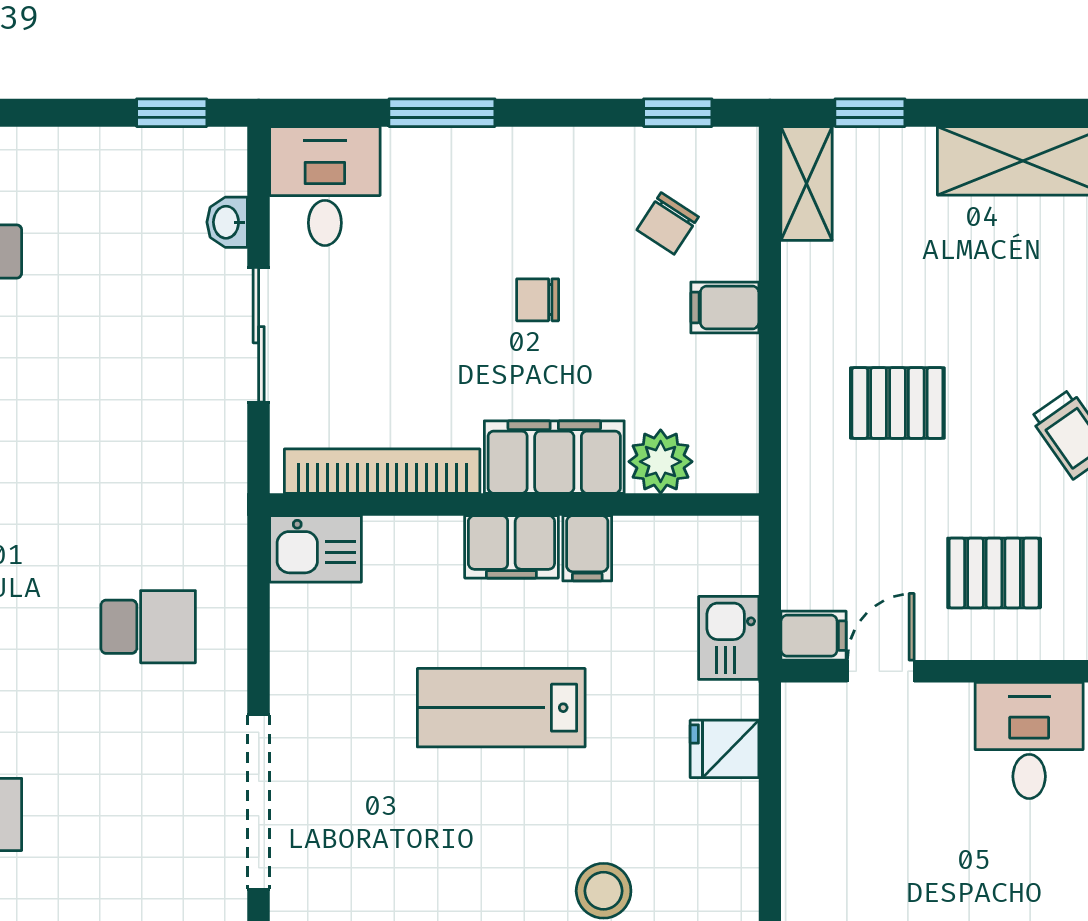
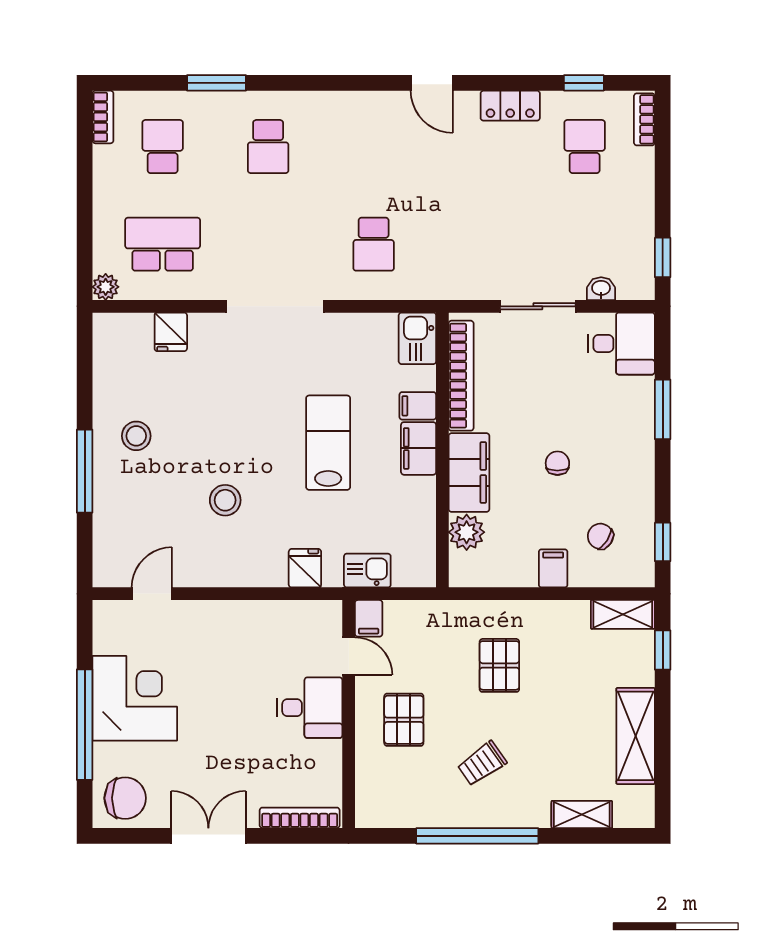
filing cabinet: (587, 548) -> (418, 406), moved
desk: (1029, 740) -> (310, 708), moved

